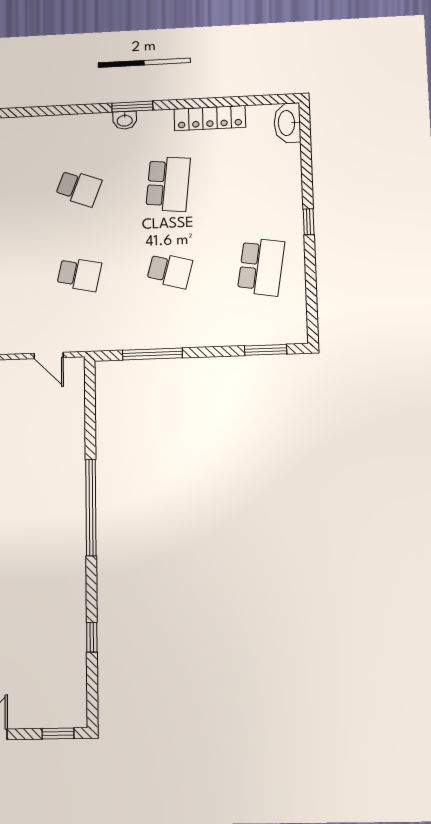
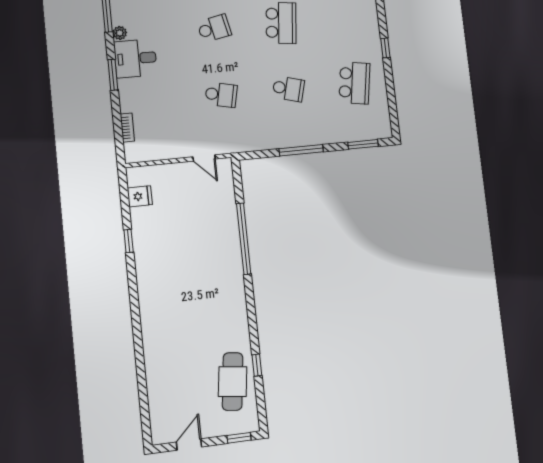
school desk: (79, 188) -> (214, 28), turned -33
window: (152, 354) -> (301, 150), moved
window: (91, 507) -> (244, 239), moved
cafe table: (57, 656) -> (233, 382), added

